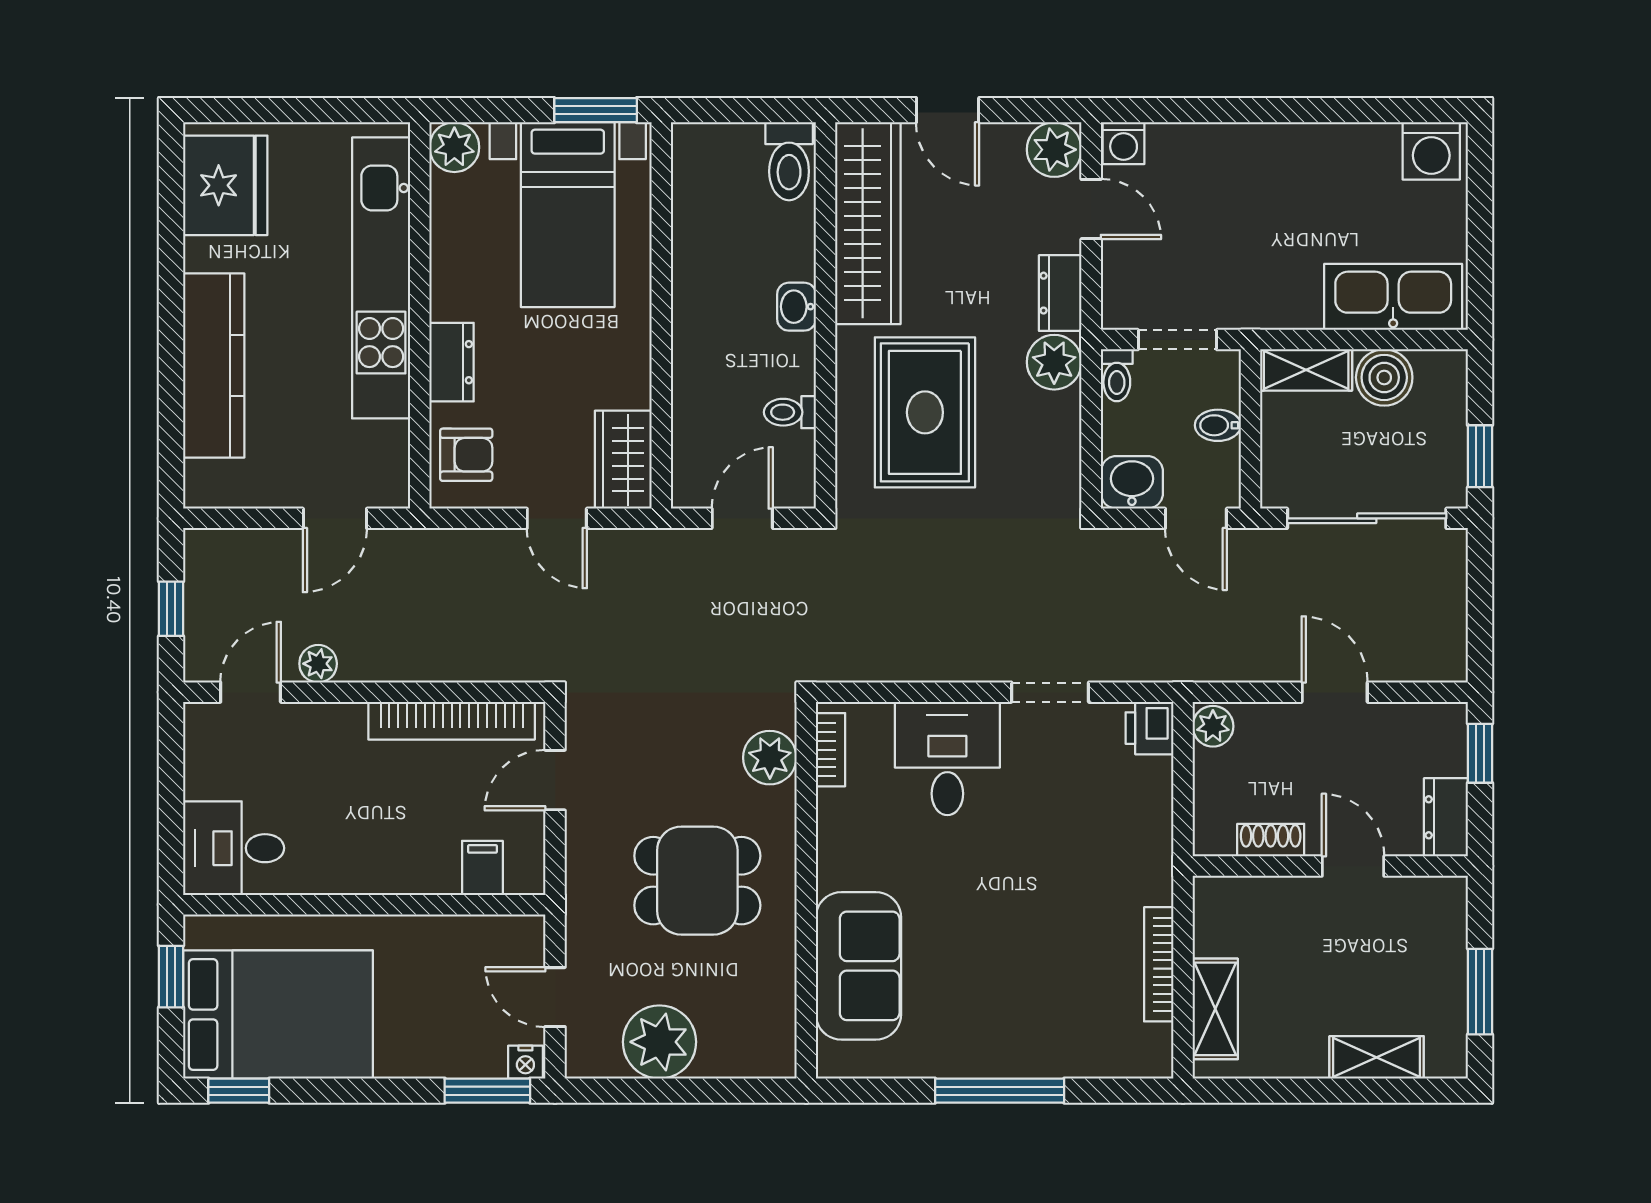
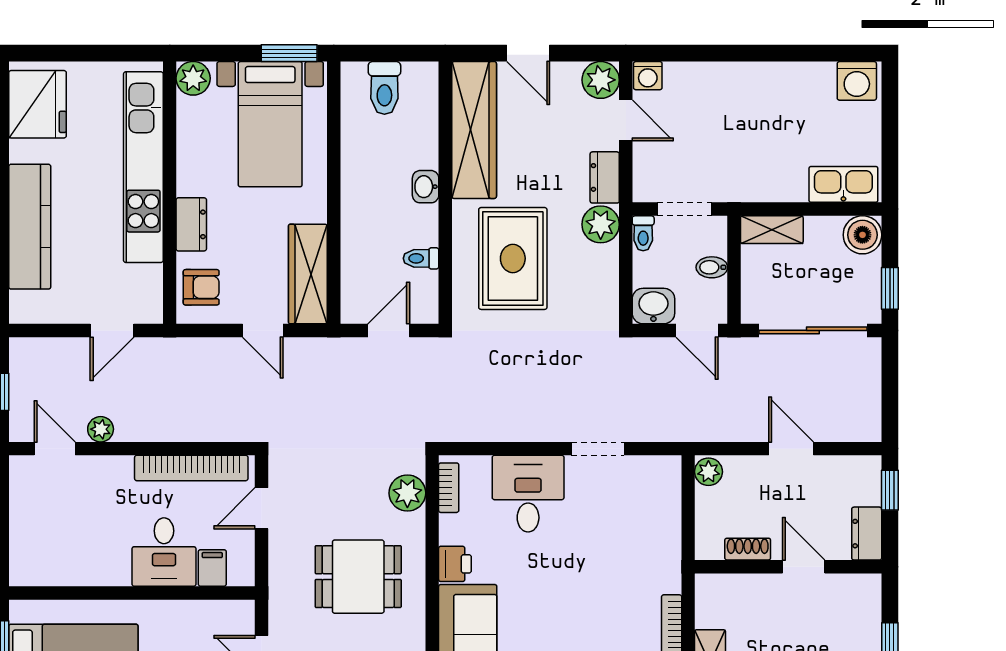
toilet: (789, 161) -> (384, 88), moved
kitchen sink: (1393, 297) -> (843, 184), width x0.73, depth x0.81
boiler: (1384, 377) -> (862, 235), moved
wardrobe: (623, 460) -> (308, 274), width x1.50
door: (251, 692) -> (55, 449), hinge flipped
printer: (1149, 728) -> (455, 564), moved, turned 180
desk: (234, 848) -> (164, 552), moved, turned -90

